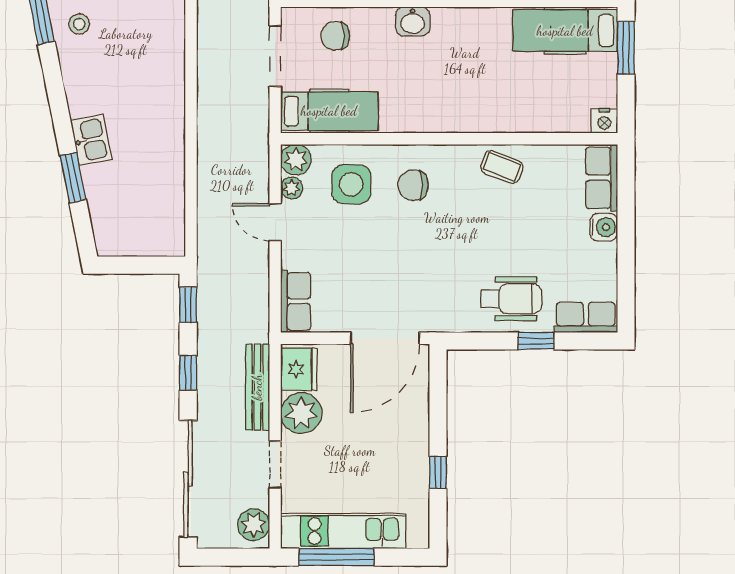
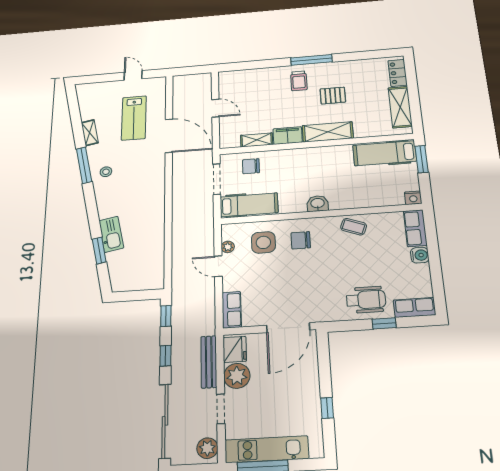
washbasin: (413, 22) -> (318, 204), moved, turned 180
kitchen sink: (91, 140) -> (111, 234), width x1.38
plant: (296, 160) -> (230, 232), removed

